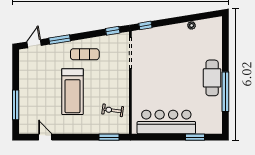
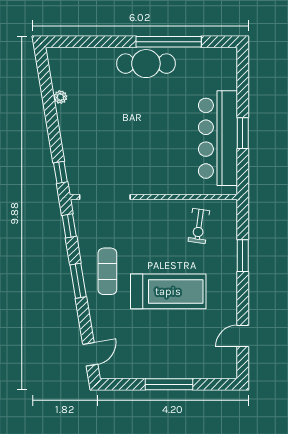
window: (60, 40) -> (78, 281), moved
door: (34, 44) -> (90, 354), swing flipped
window: (16, 105) -> (169, 384), moved
window: (109, 137) -> (243, 256), moved
window: (195, 137) -> (243, 133), moved

